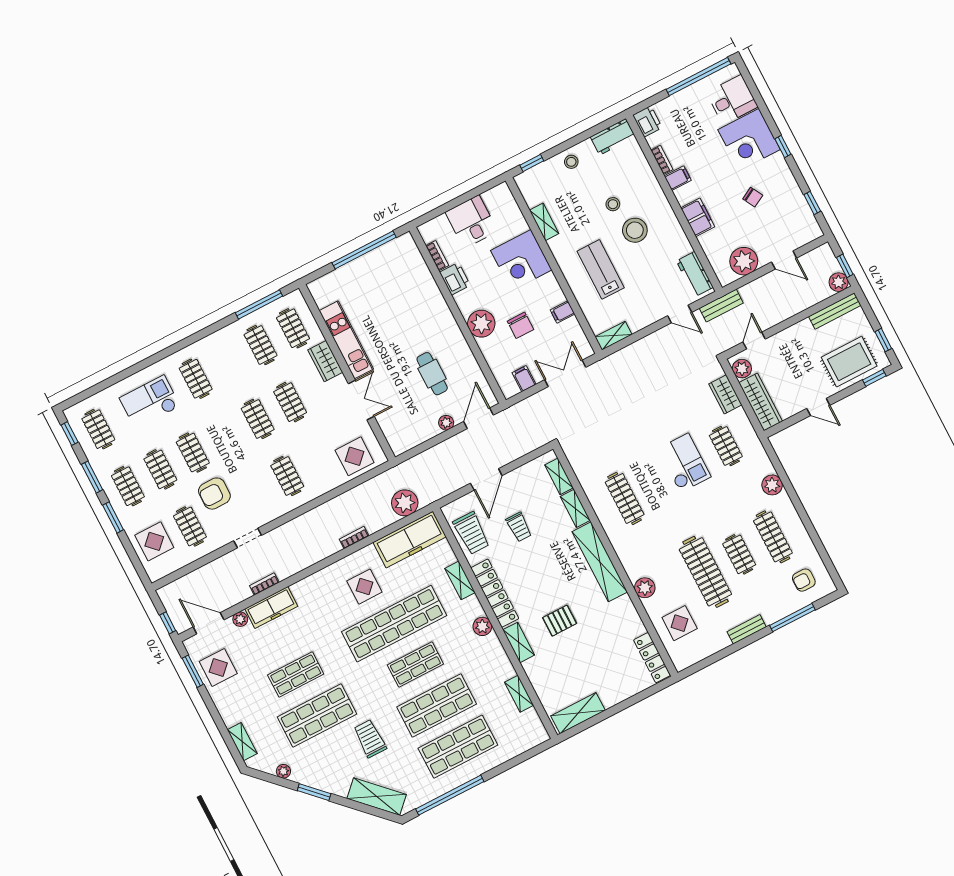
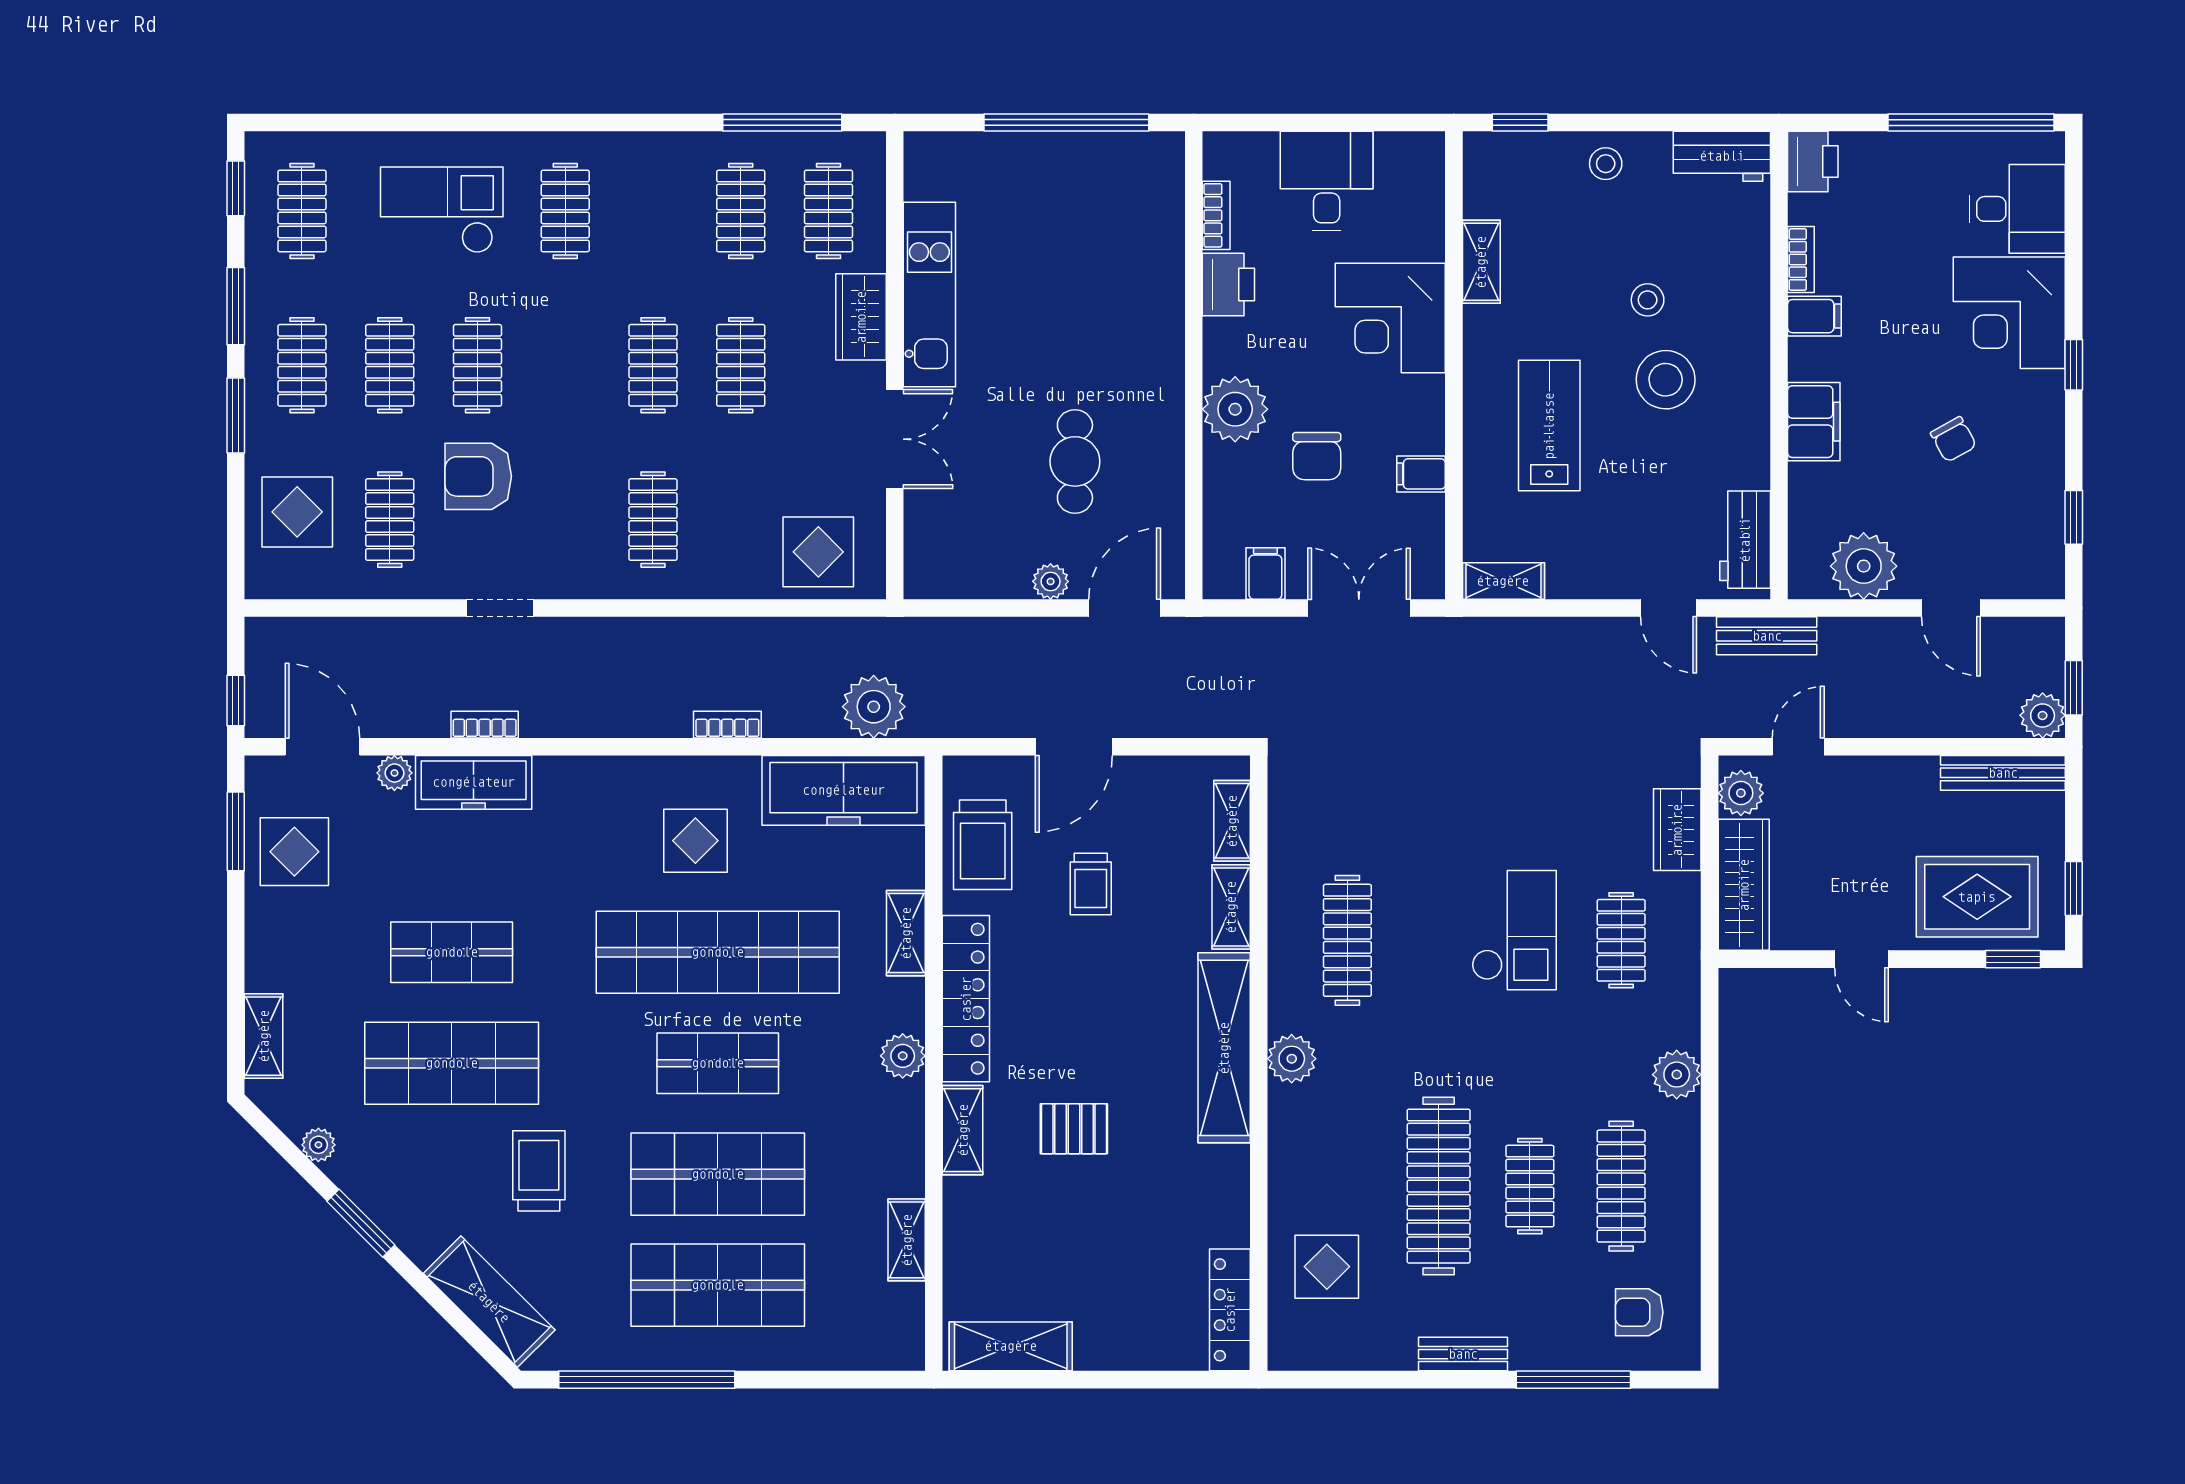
plant: (645, 588) -> (1292, 1059), moved

